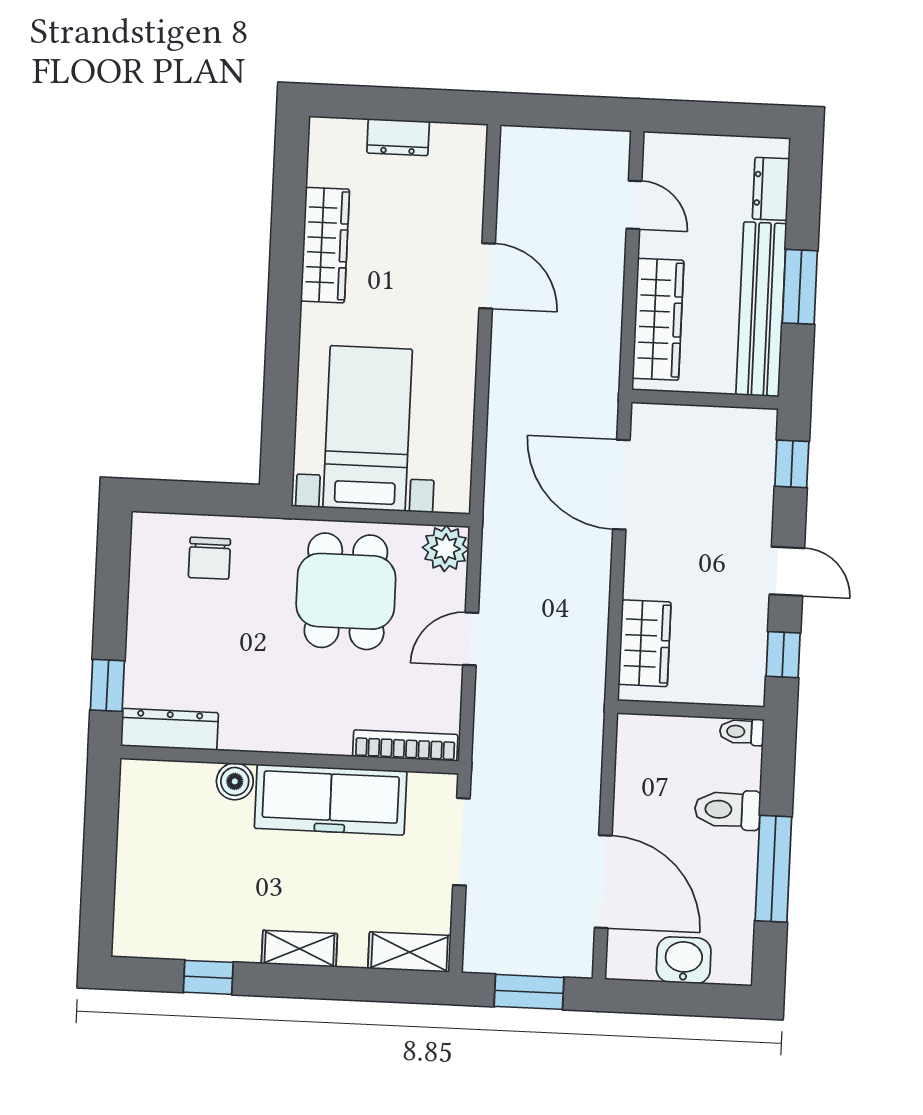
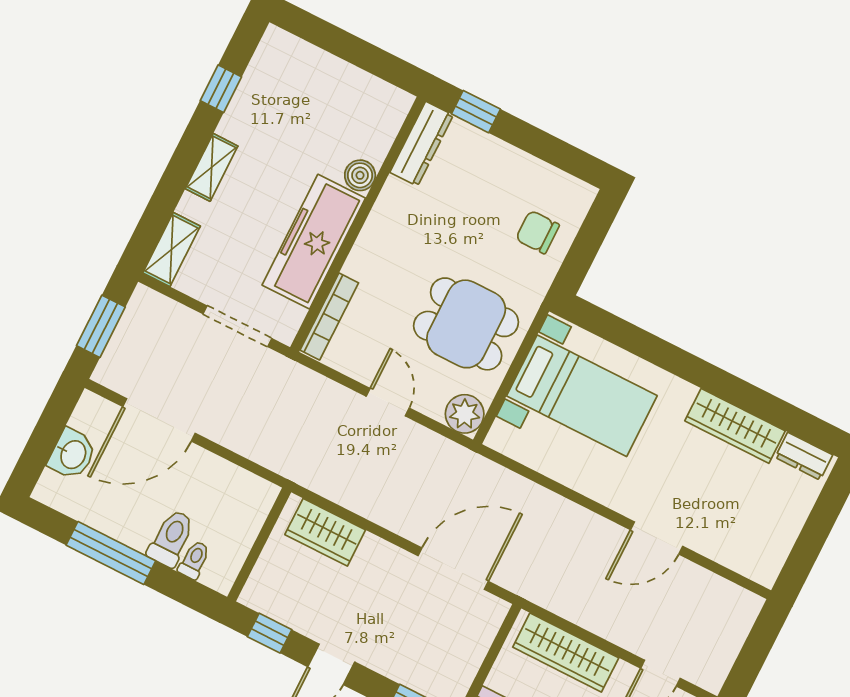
dresser: (398, 137) -> (804, 456), moved, turned -90
toilet: (742, 732) -> (194, 560), moved

